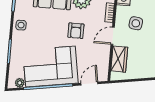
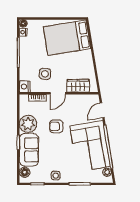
armchair: (76, 31) -> (56, 126), turned 180
door: (113, 36) -> (58, 93), hinge flipped
door: (89, 84) -> (102, 110), hinge flipped

